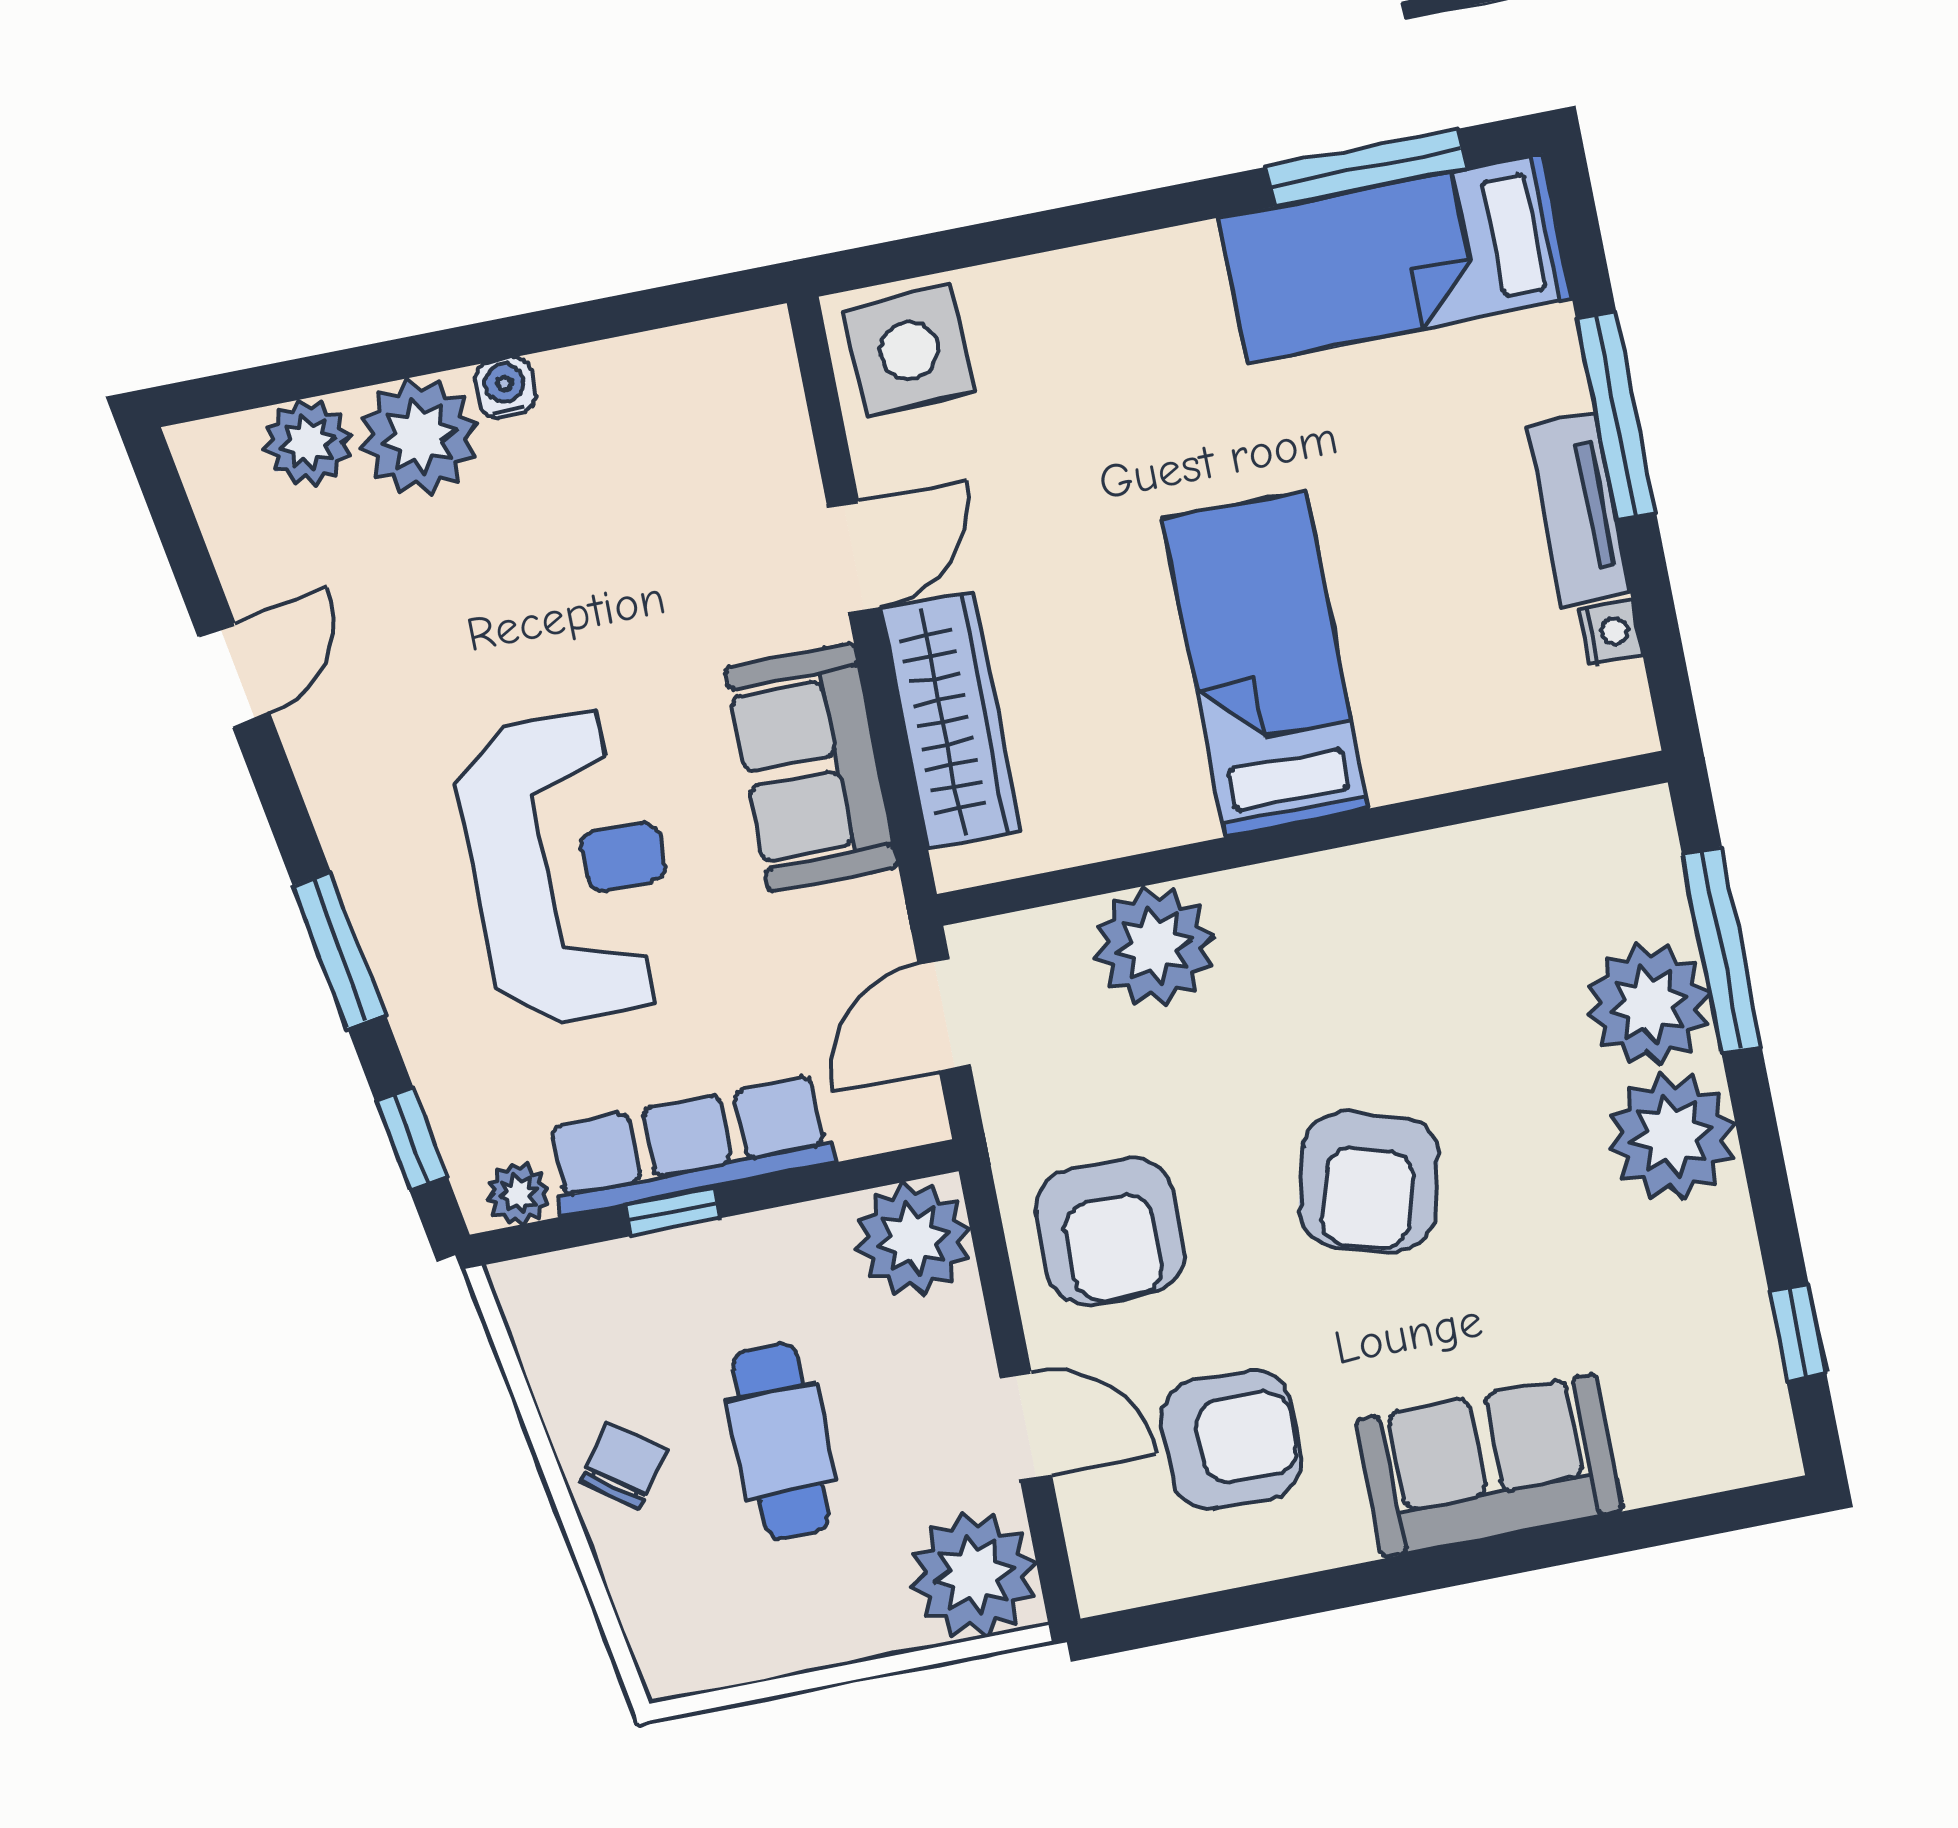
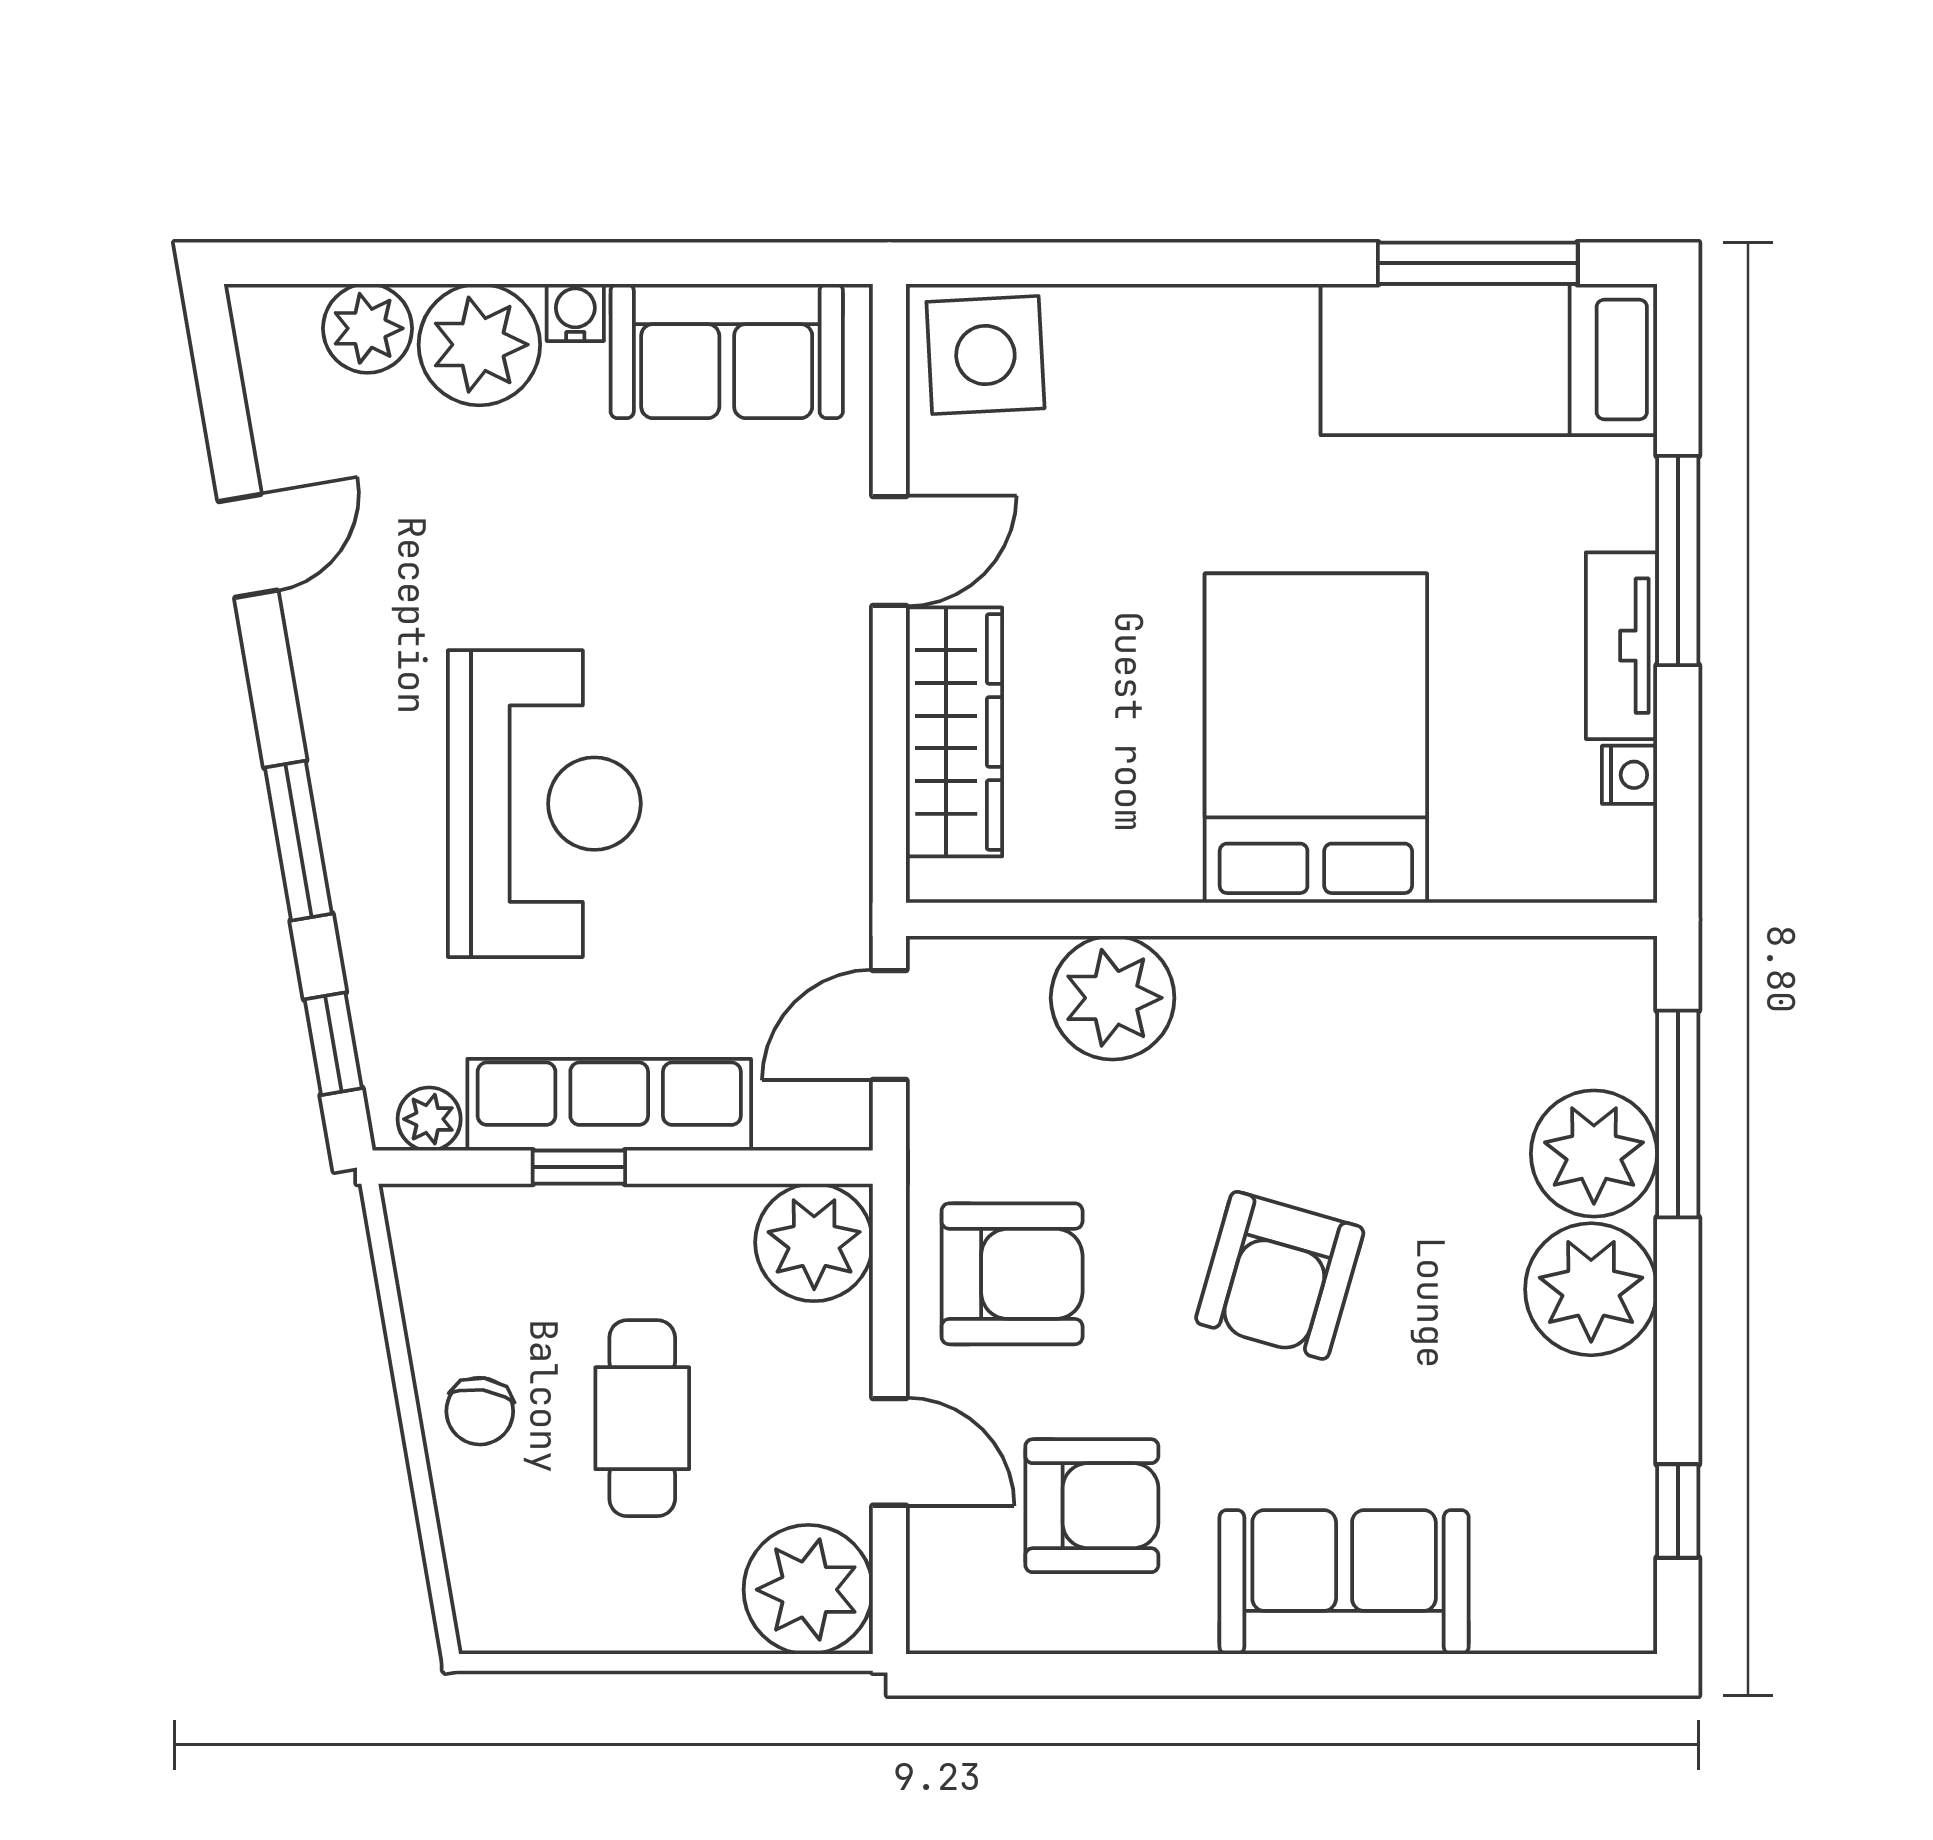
bed: (1265, 664) -> (1316, 738), width x1.50
sofa: (811, 767) -> (727, 351), moved, turned -90
armchair: (1110, 1232) -> (1012, 1274), turned -90
chair: (623, 1466) -> (480, 1411), turned 152

